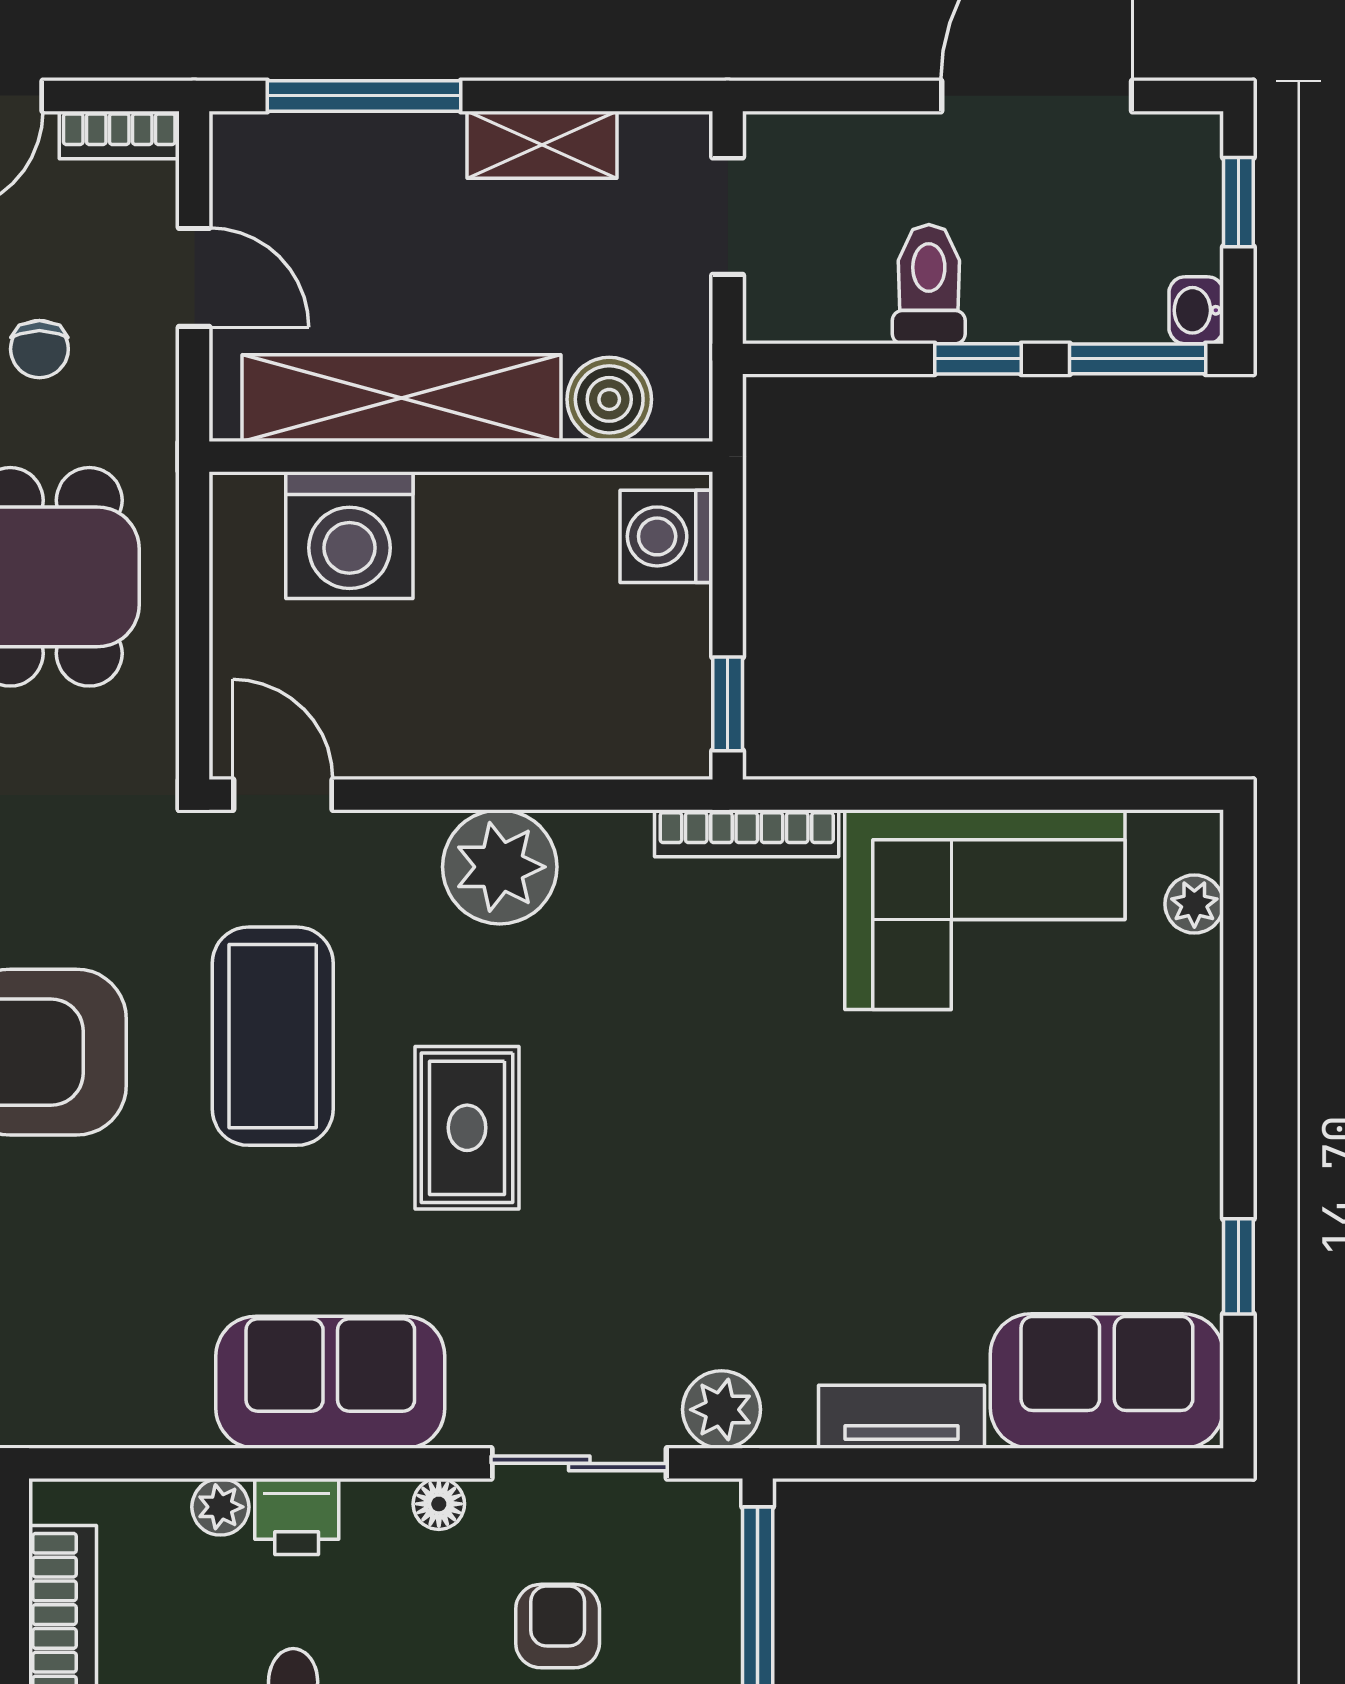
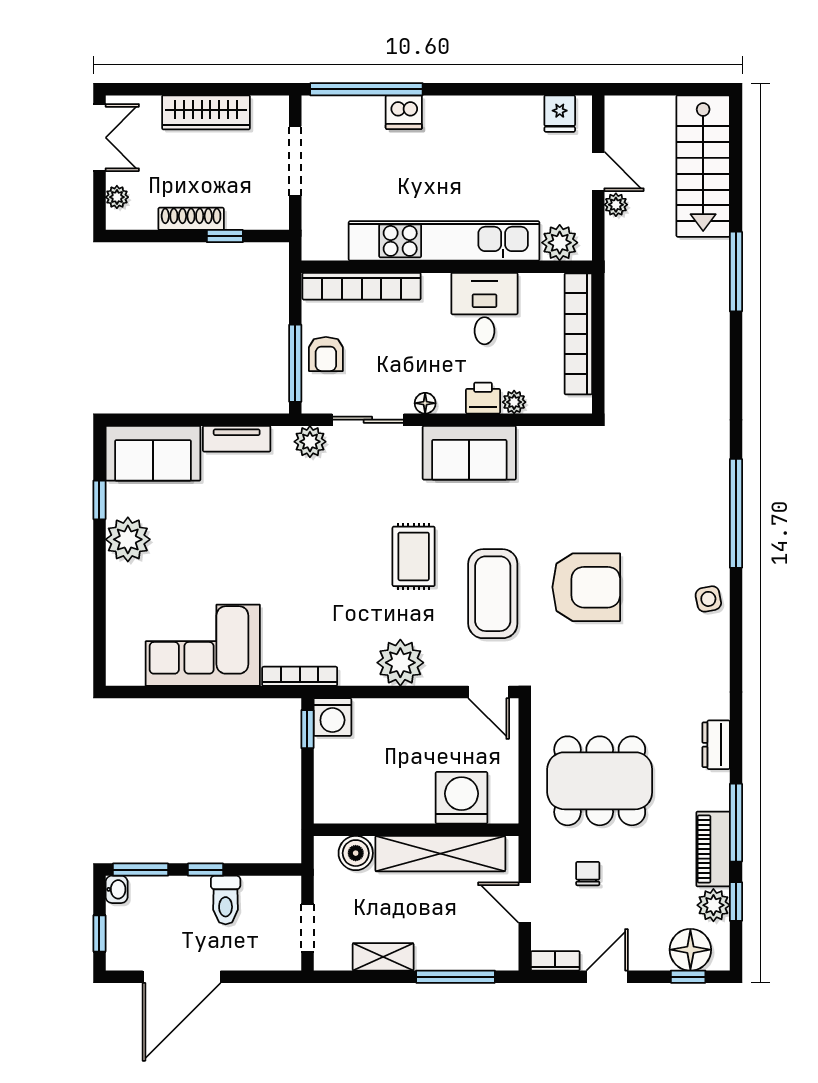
washing machine: (666, 536) -> (332, 717), moved, turned 90
plant: (1194, 904) -> (128, 539), moved, width x1.87, depth x1.87
armchair: (558, 1626) -> (326, 354), moved

